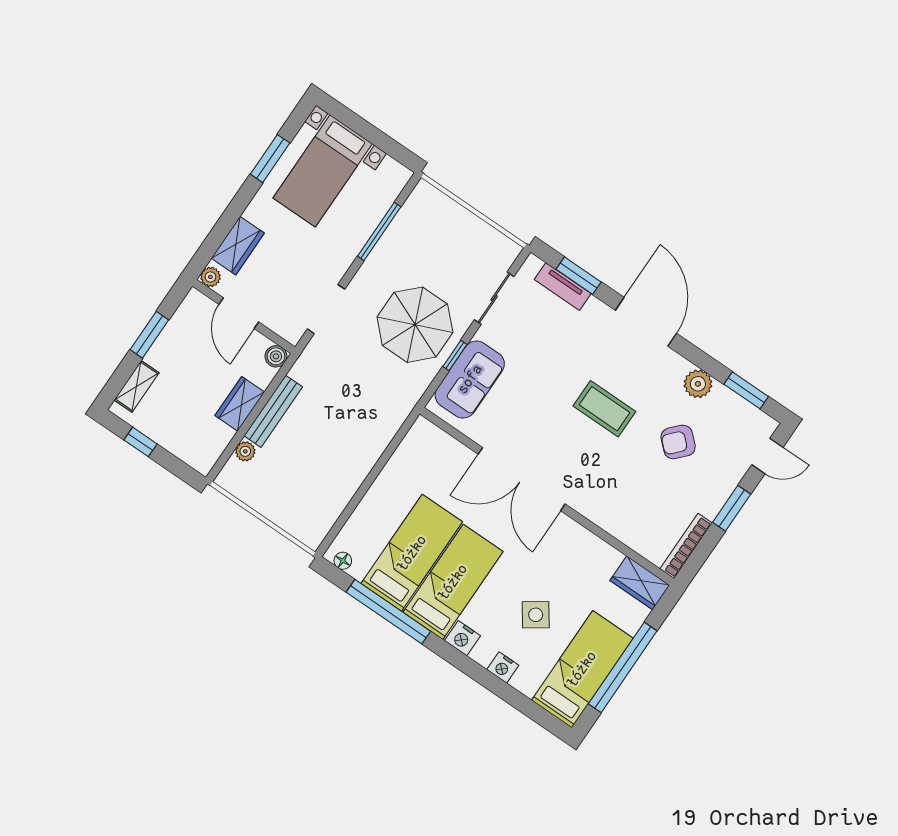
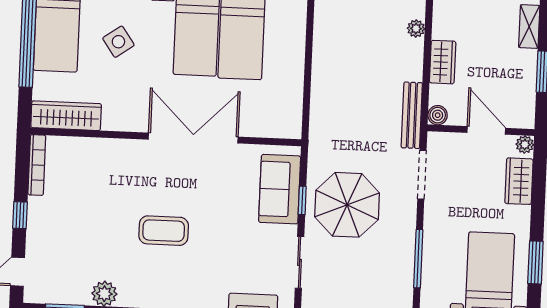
bench: (273, 411) -> (412, 115), moved
armchair: (678, 442) -> (92, 240), removed
window: (732, 508) -> (20, 215), width x0.67
wardrobe: (640, 583) -> (66, 116), width x1.50

